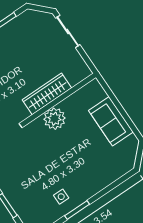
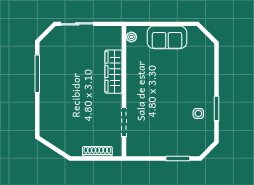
plant: (55, 119) -> (131, 37), moved, width x0.53, depth x0.53

